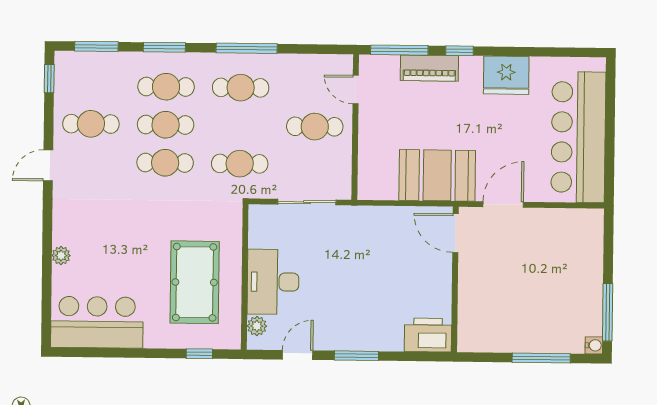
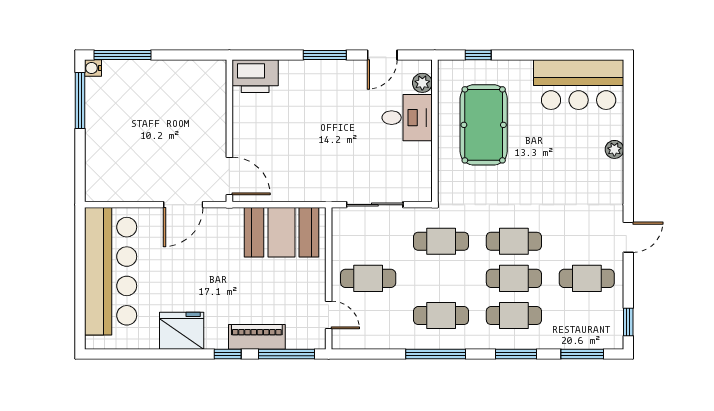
booth: (437, 175) -> (281, 232), moved
desk: (273, 282) -> (407, 118), width x0.73
window: (541, 358) -> (122, 55), moved

